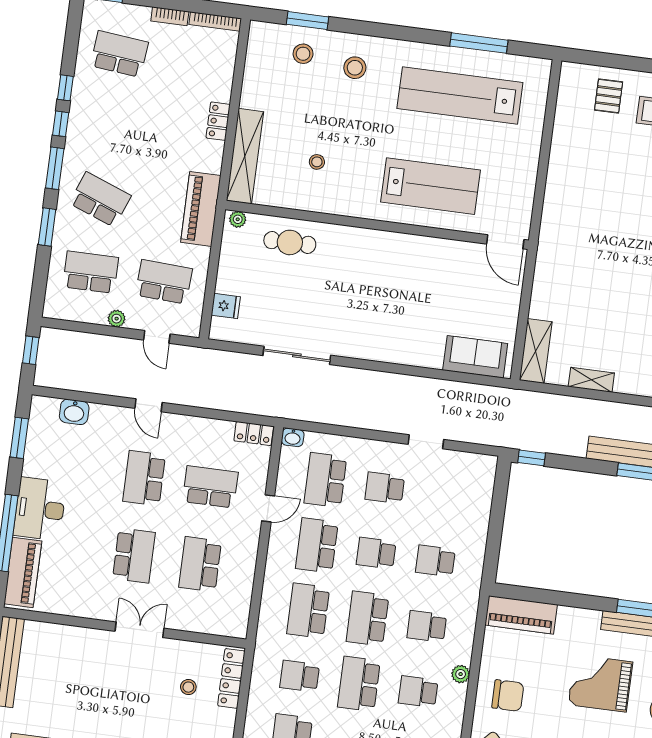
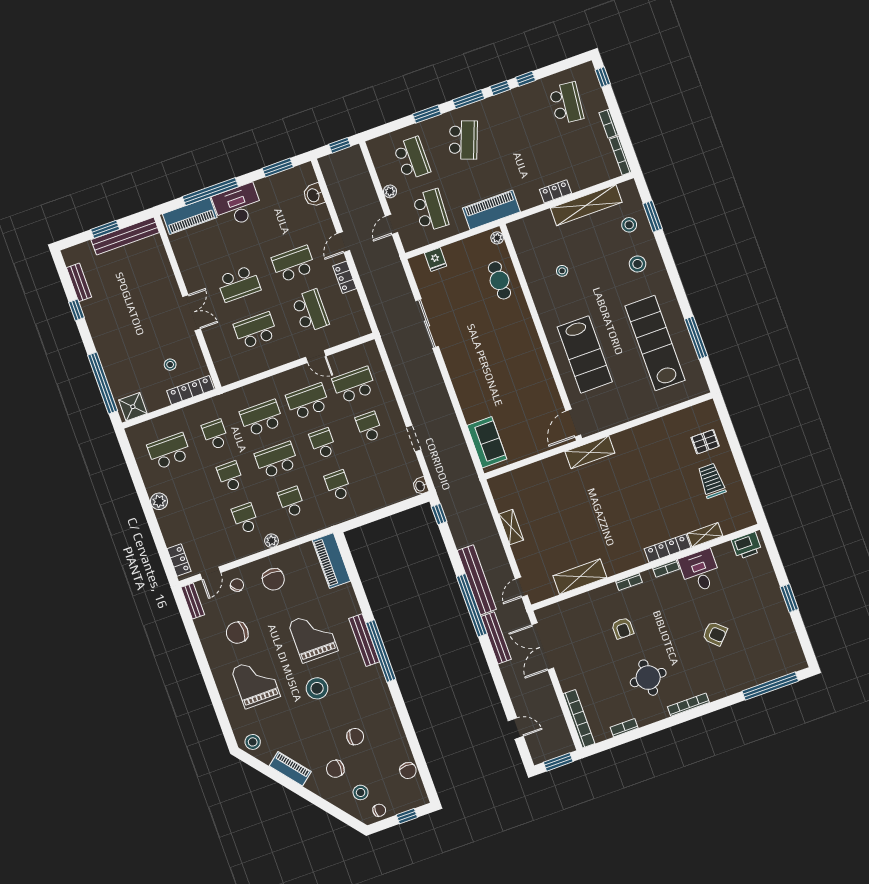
shelving: (245, 156) -> (586, 205), moved
shelving: (536, 351) -> (590, 452), moved
locker: (254, 434) -> (345, 277), moved
washbasin: (293, 437) -> (420, 486), moved
school desk: (359, 684) -> (230, 477), width x0.54

